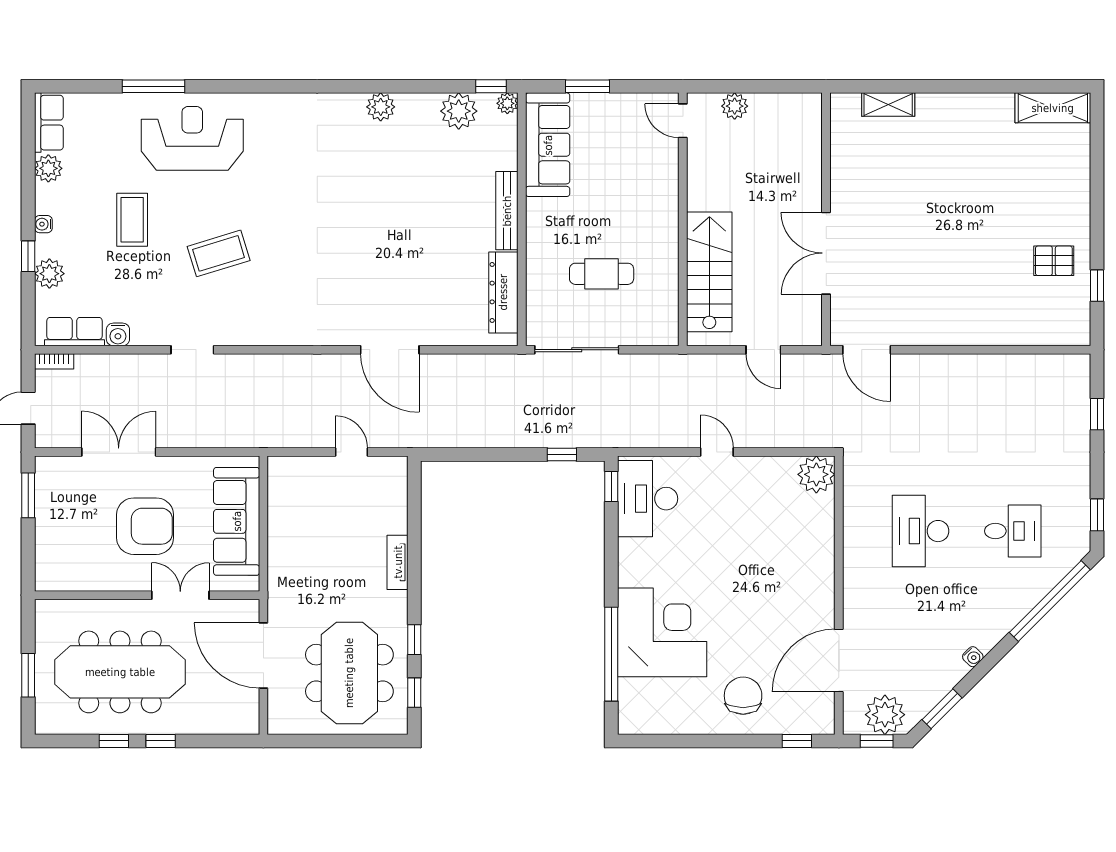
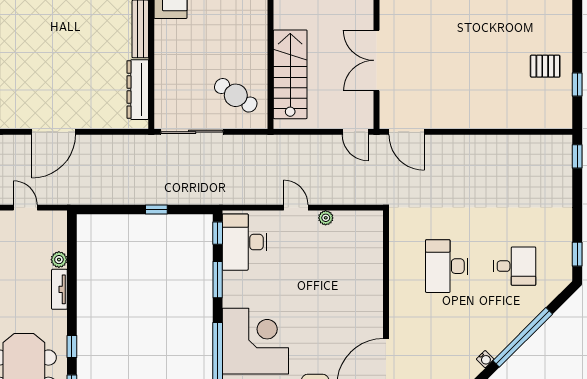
cafe table: (602, 274) -> (236, 95), moved, turned 34
door: (390, 350) -> (54, 132), hinge flipped
door: (763, 350) -> (355, 132), moved
window: (1097, 414) -> (577, 156), moved
window: (562, 455) -> (156, 210), moved
plant: (816, 474) -> (326, 218), moved, width x0.53, depth x0.53
plant: (397, 522) -> (59, 260), added
window: (611, 549) -> (218, 280), added
window: (1050, 601) -> (523, 337), moved

